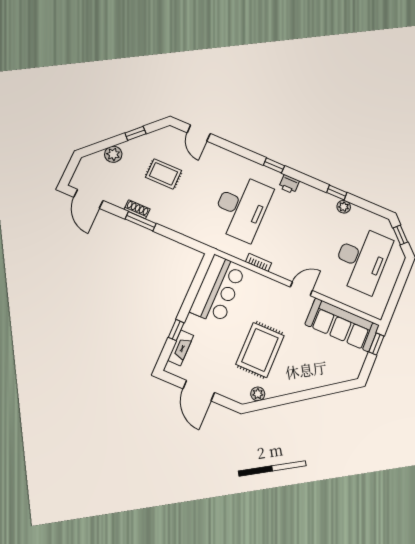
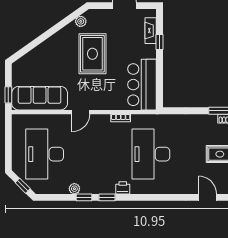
window: (274, 165) -> (107, 197), moved

